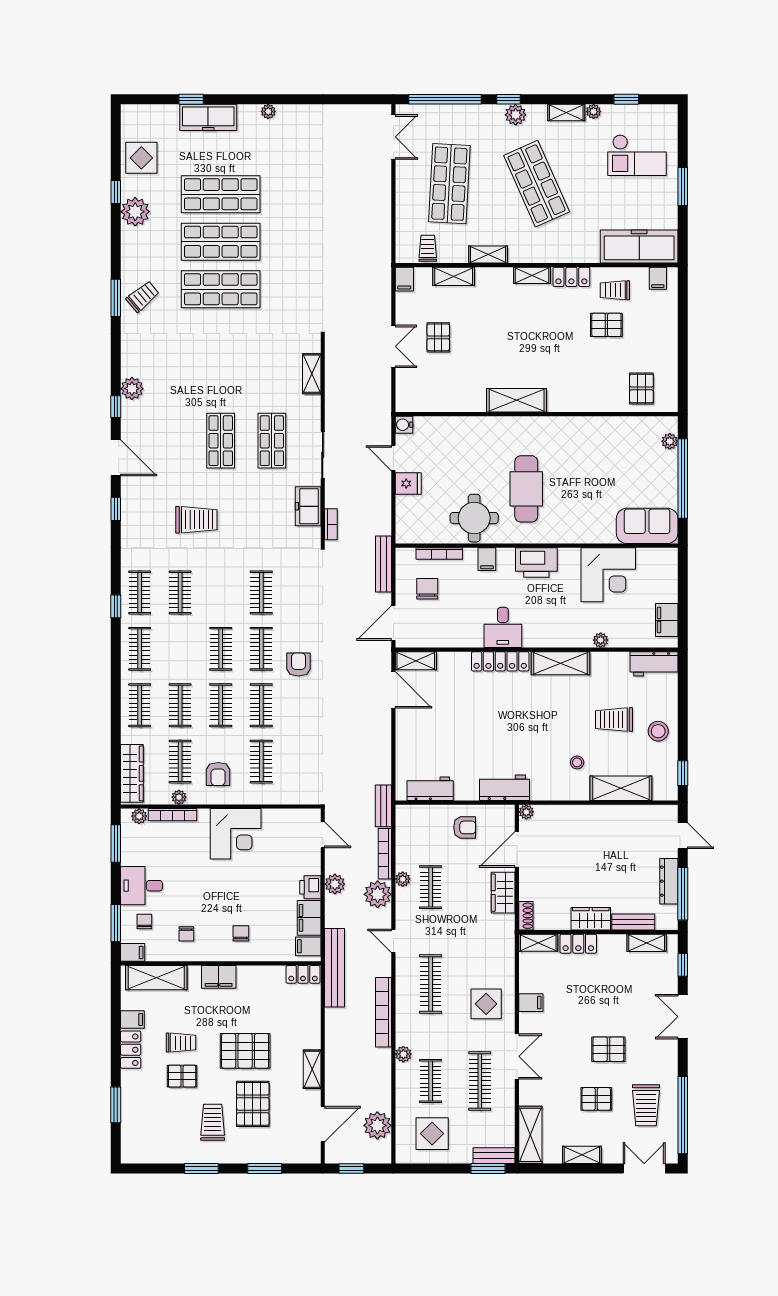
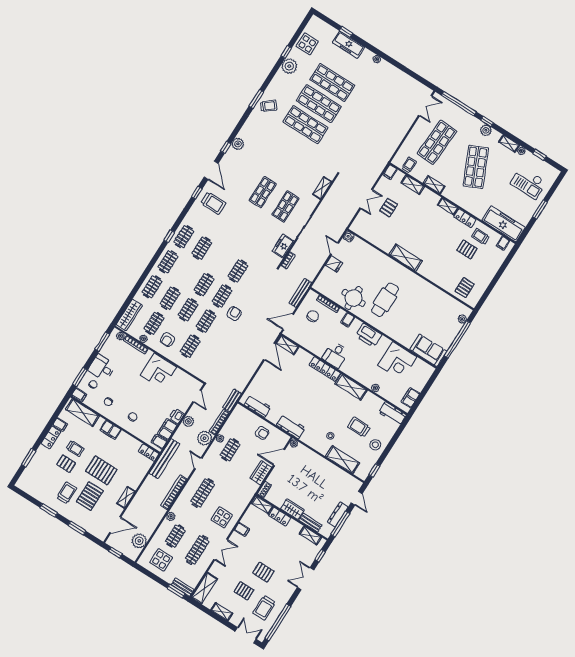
trolley: (196, 520) -> (213, 203), moved

